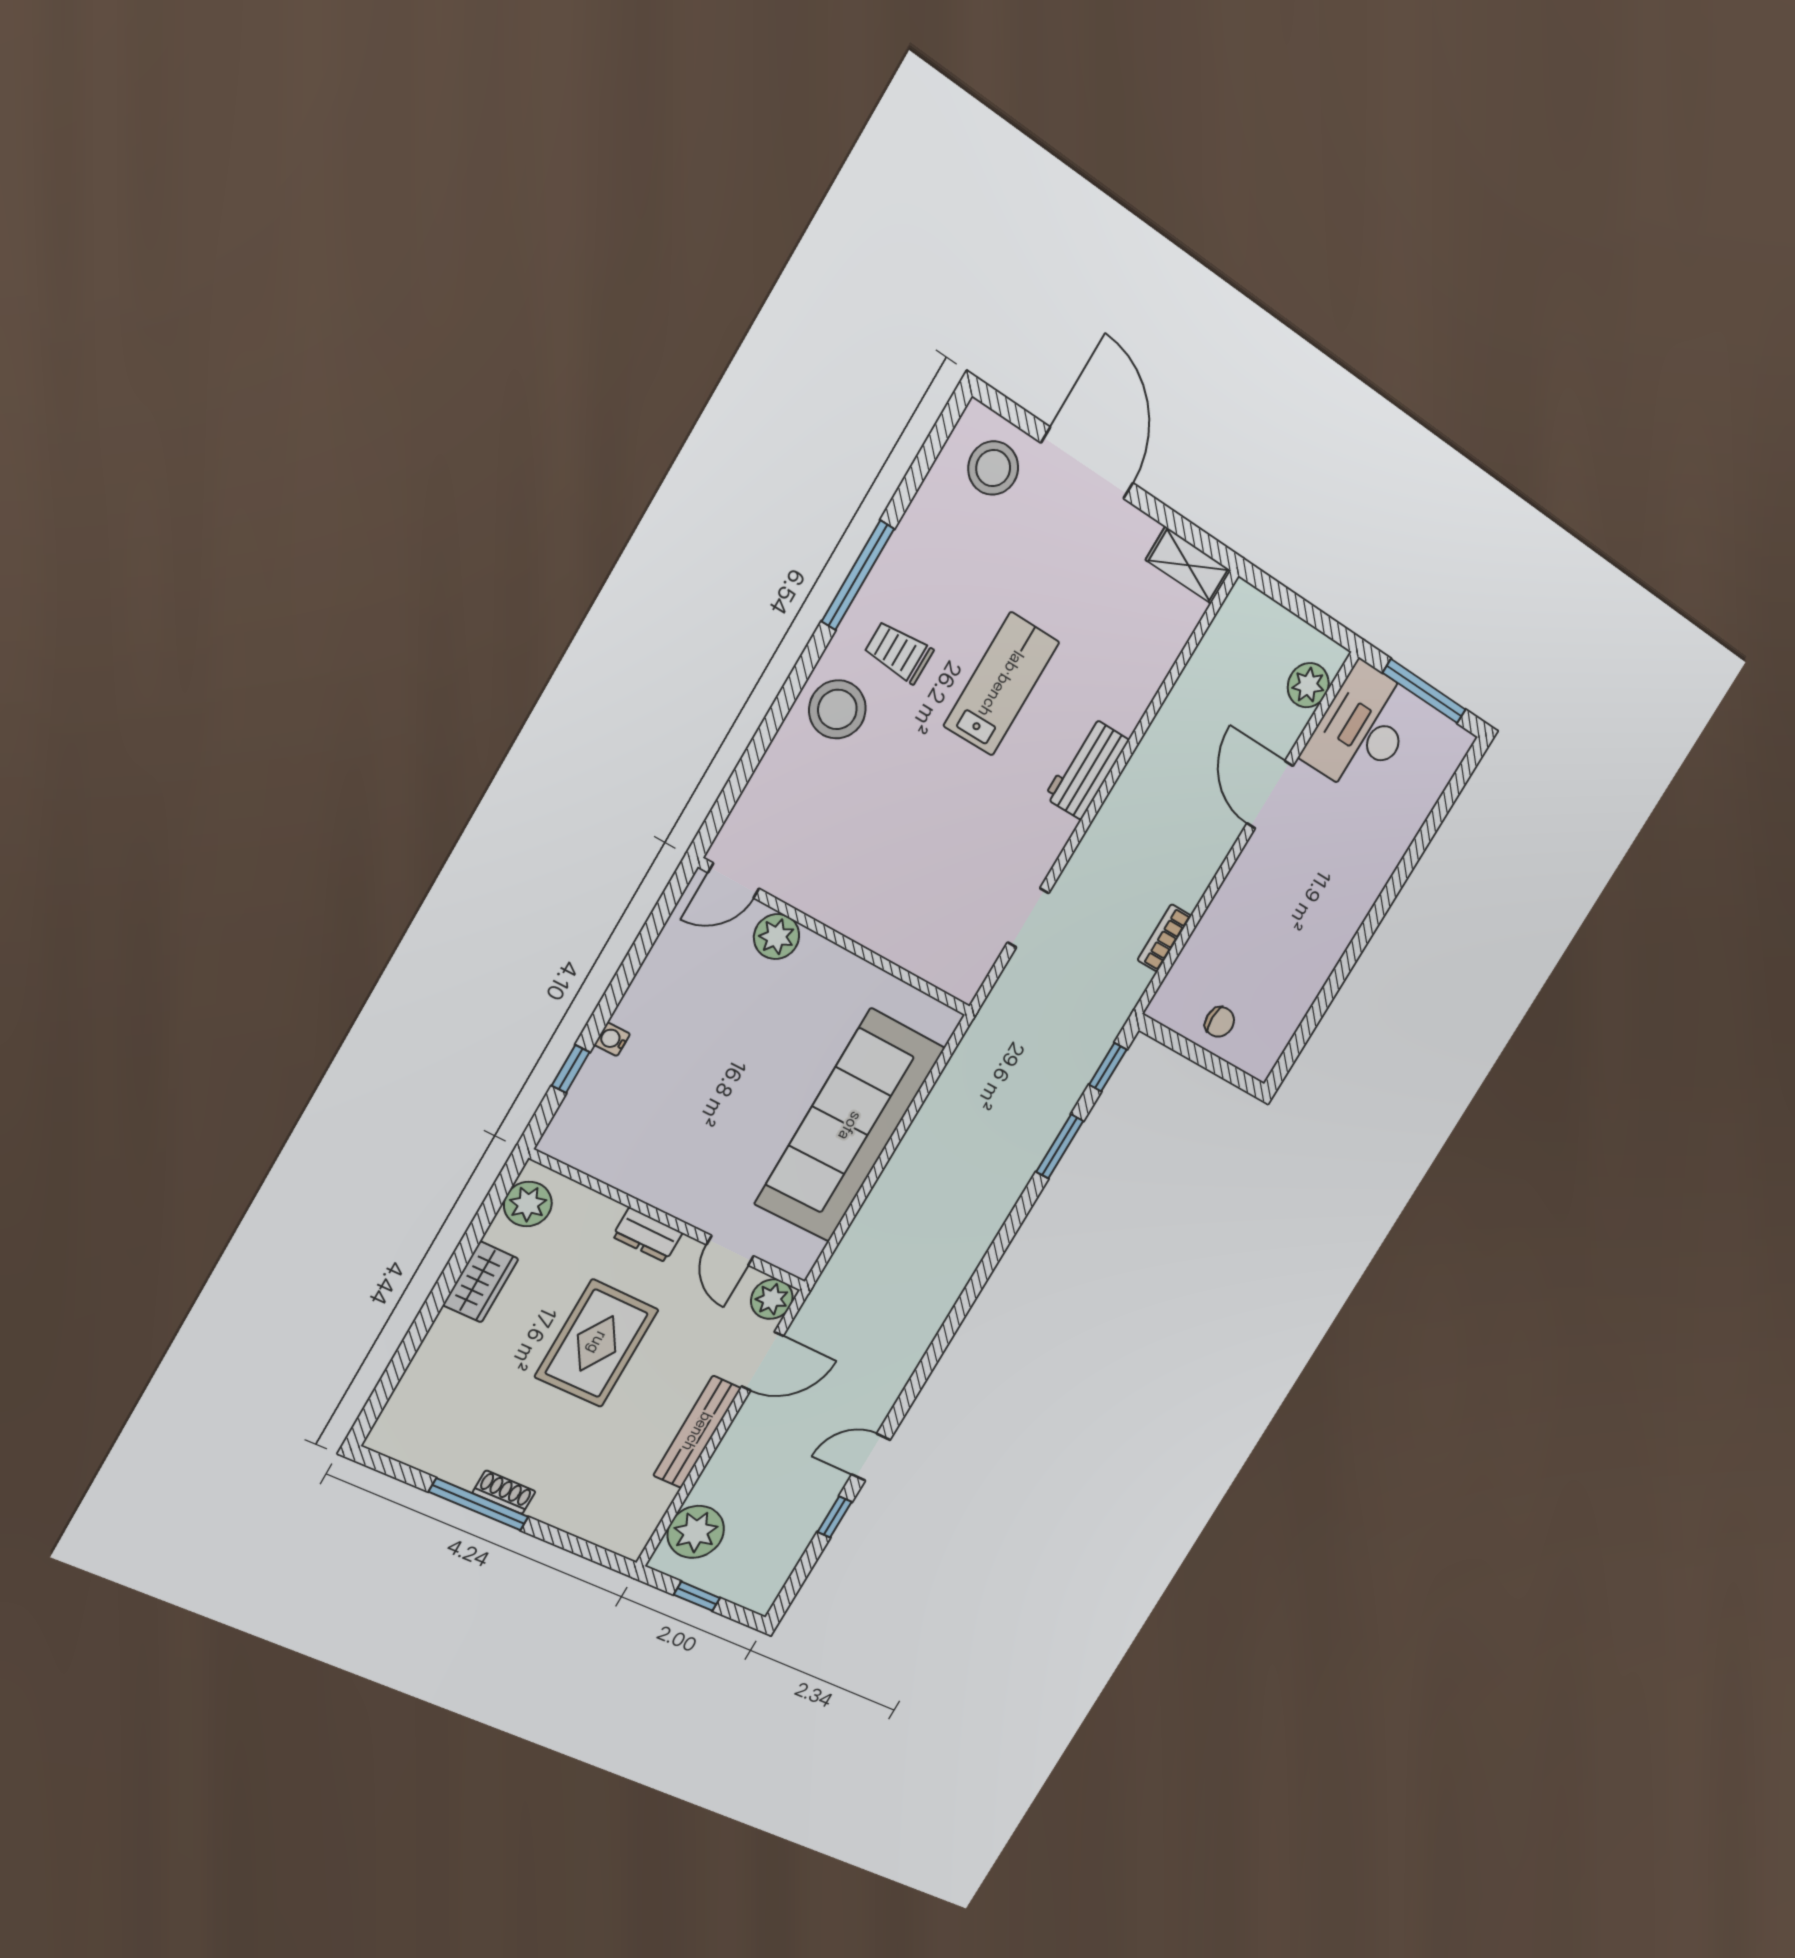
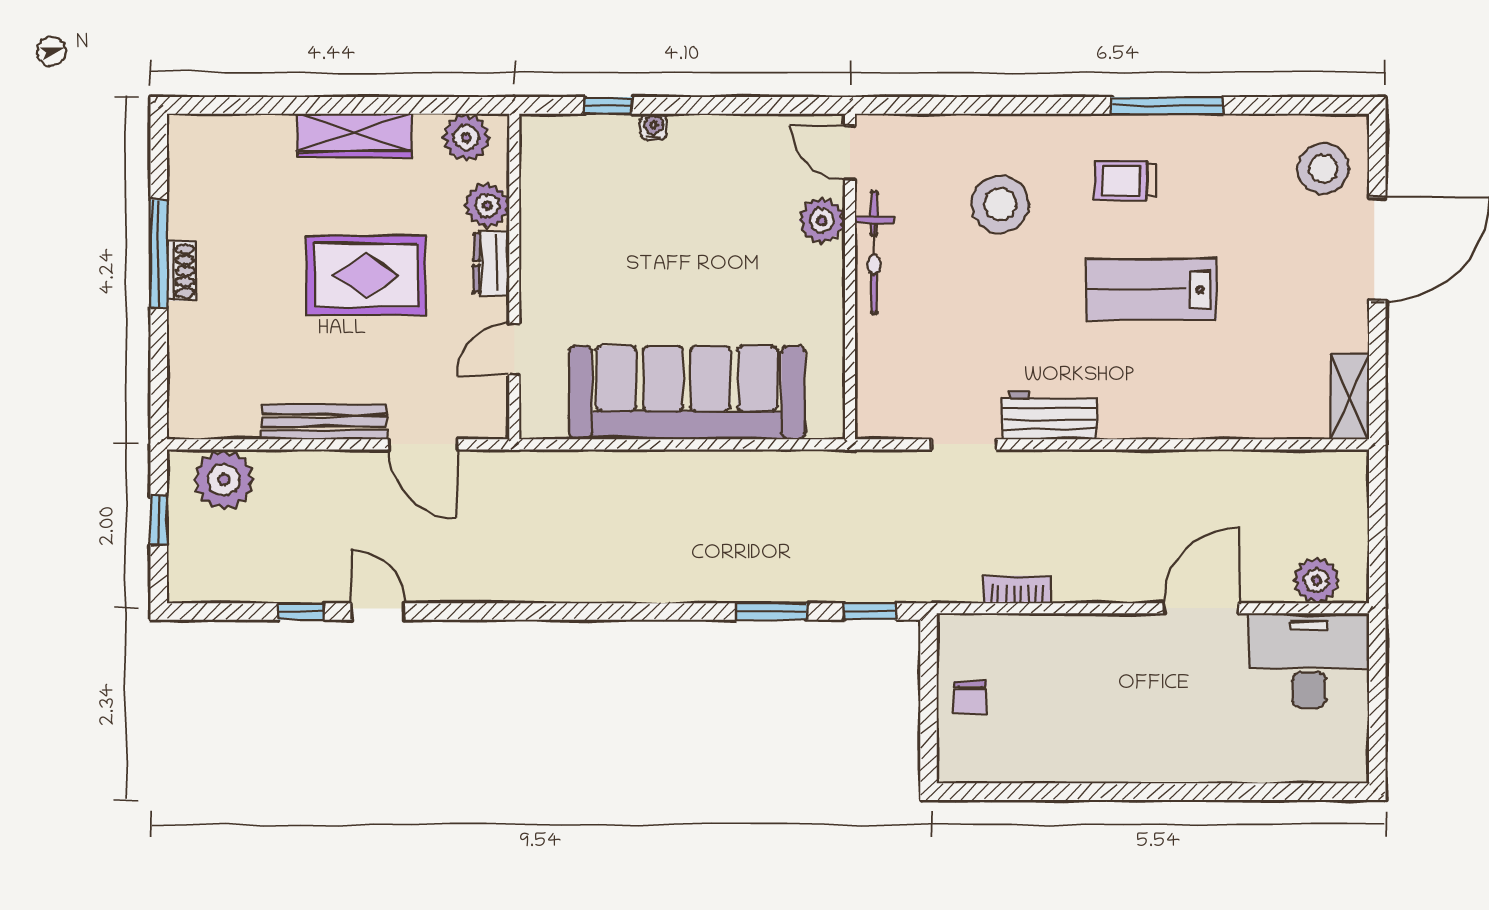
trolley: (899, 652) -> (1125, 180), turned -90
lab bench: (1001, 684) -> (1151, 289), turned 180
window: (1424, 691) -> (1377, 700), removed
stool: (837, 709) -> (1000, 204), moved
workbench: (1087, 769) -> (1049, 415), moved
bicycle: (830, 906) -> (874, 252), added
wardrobe: (481, 1282) -> (354, 136), width x1.50
plant: (772, 1299) -> (487, 206), moved

